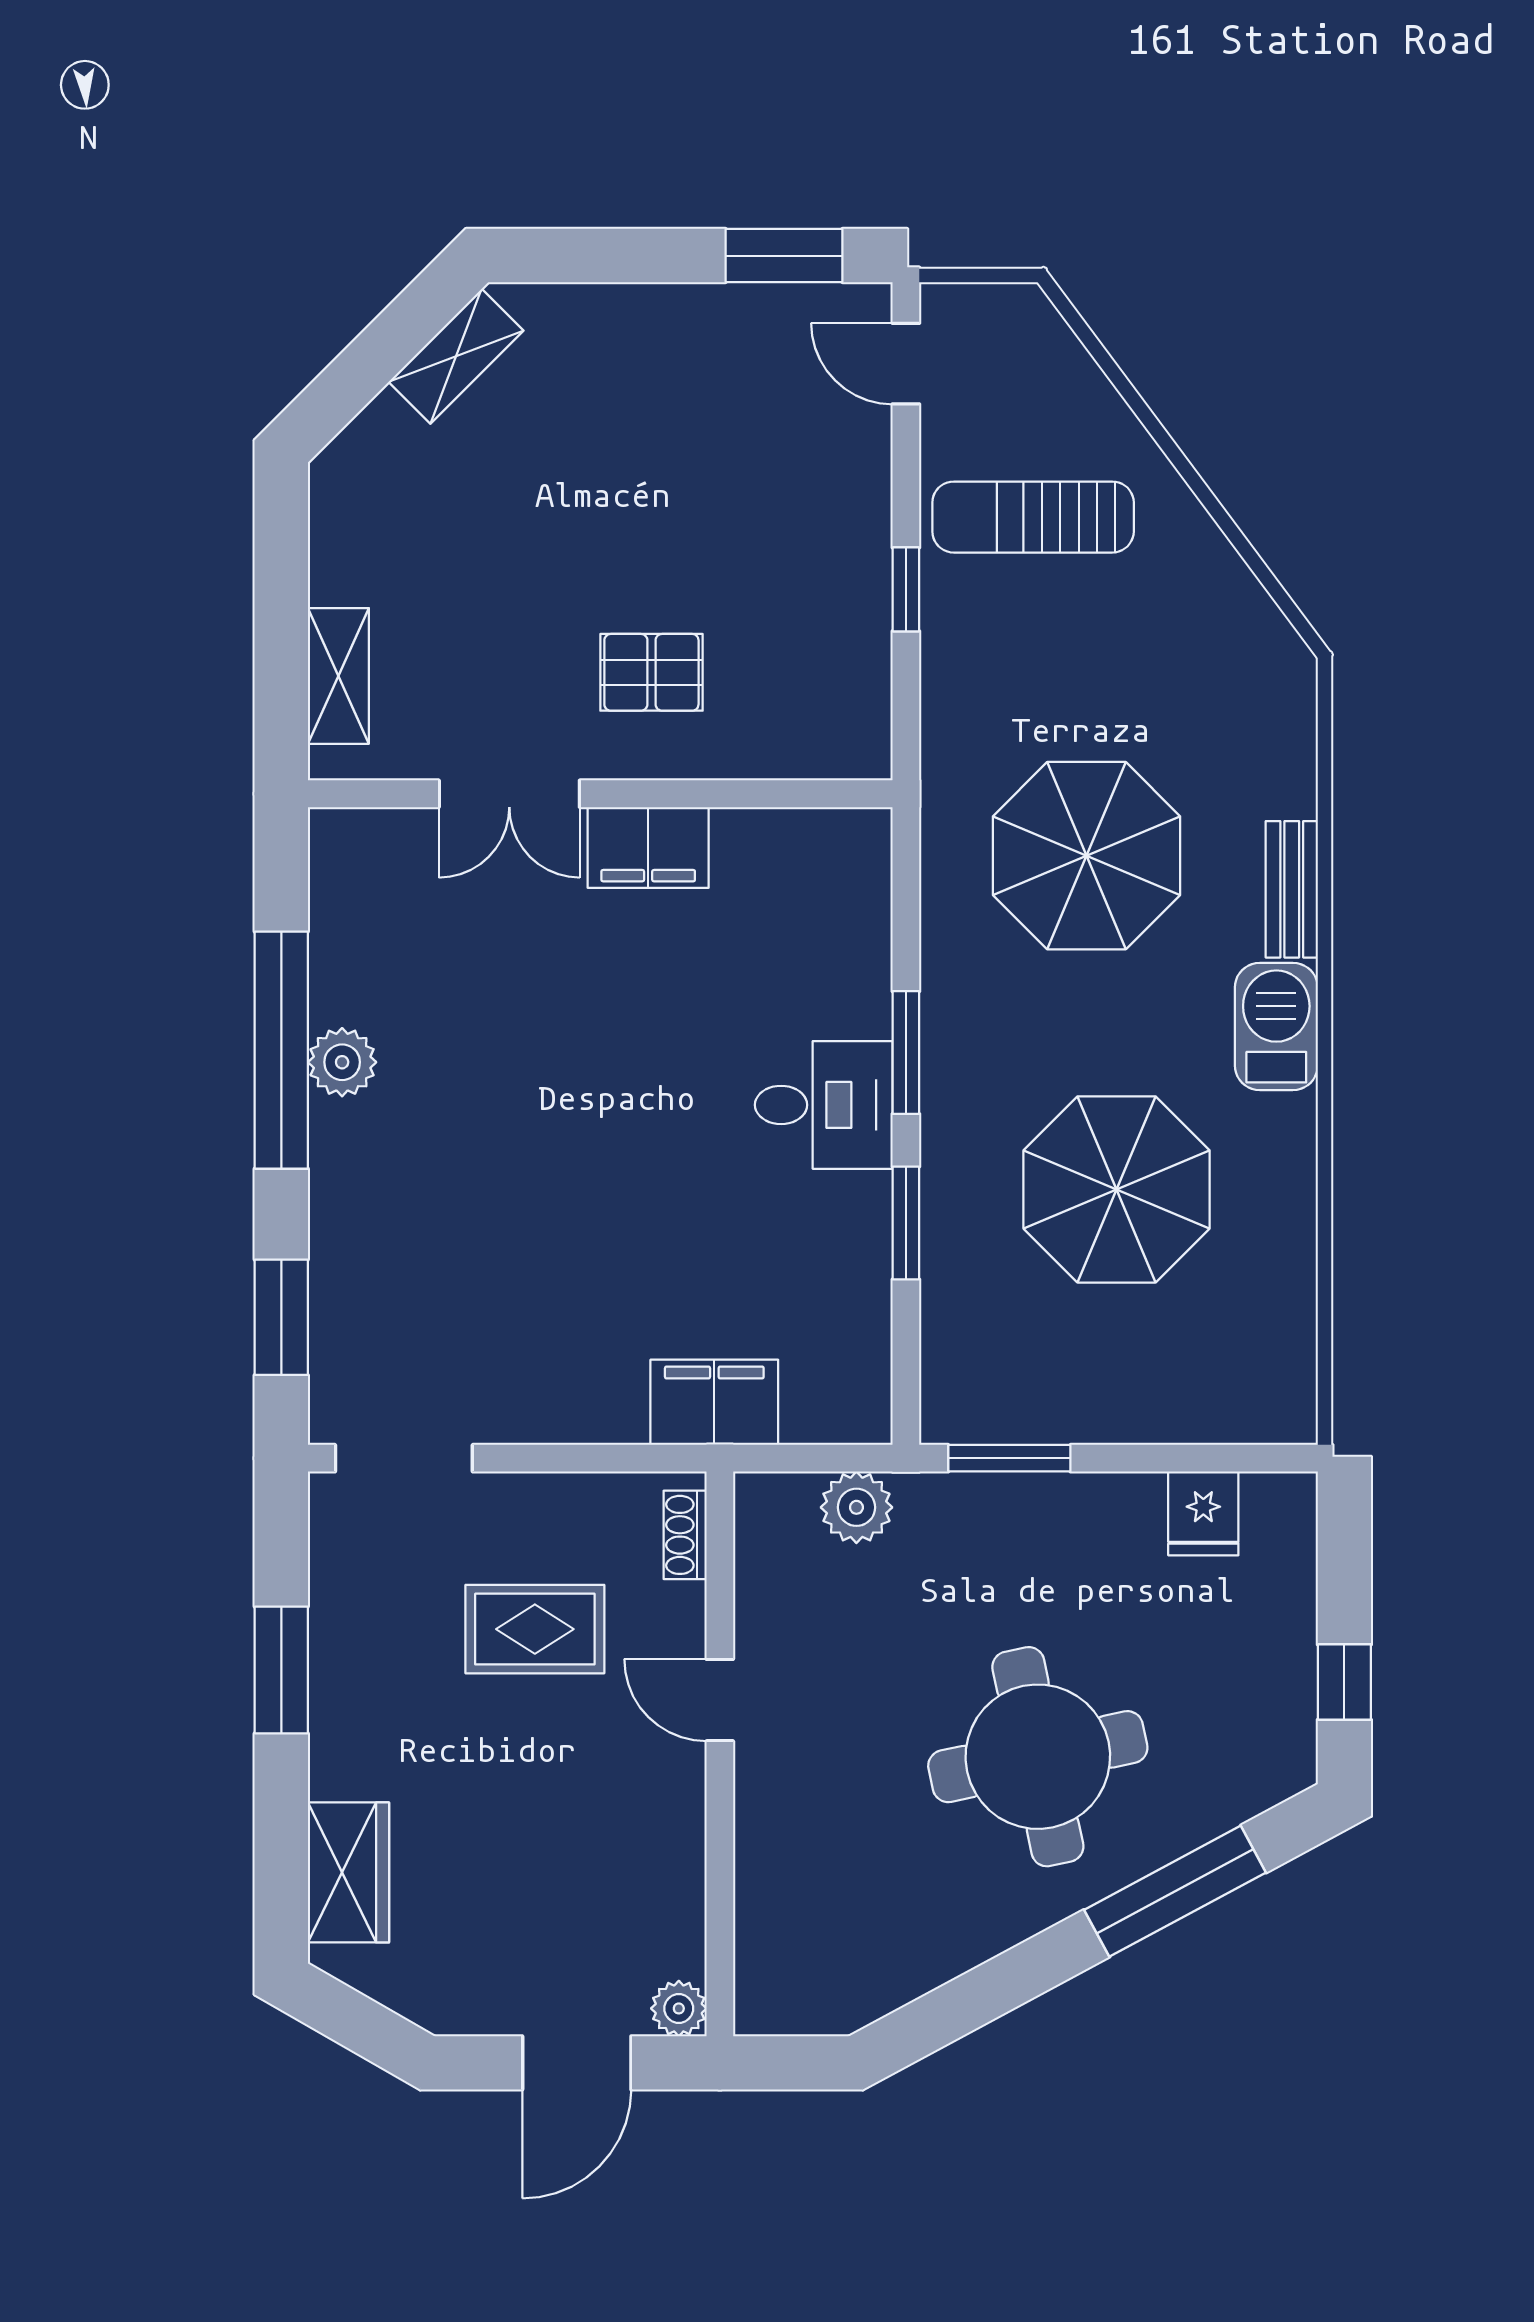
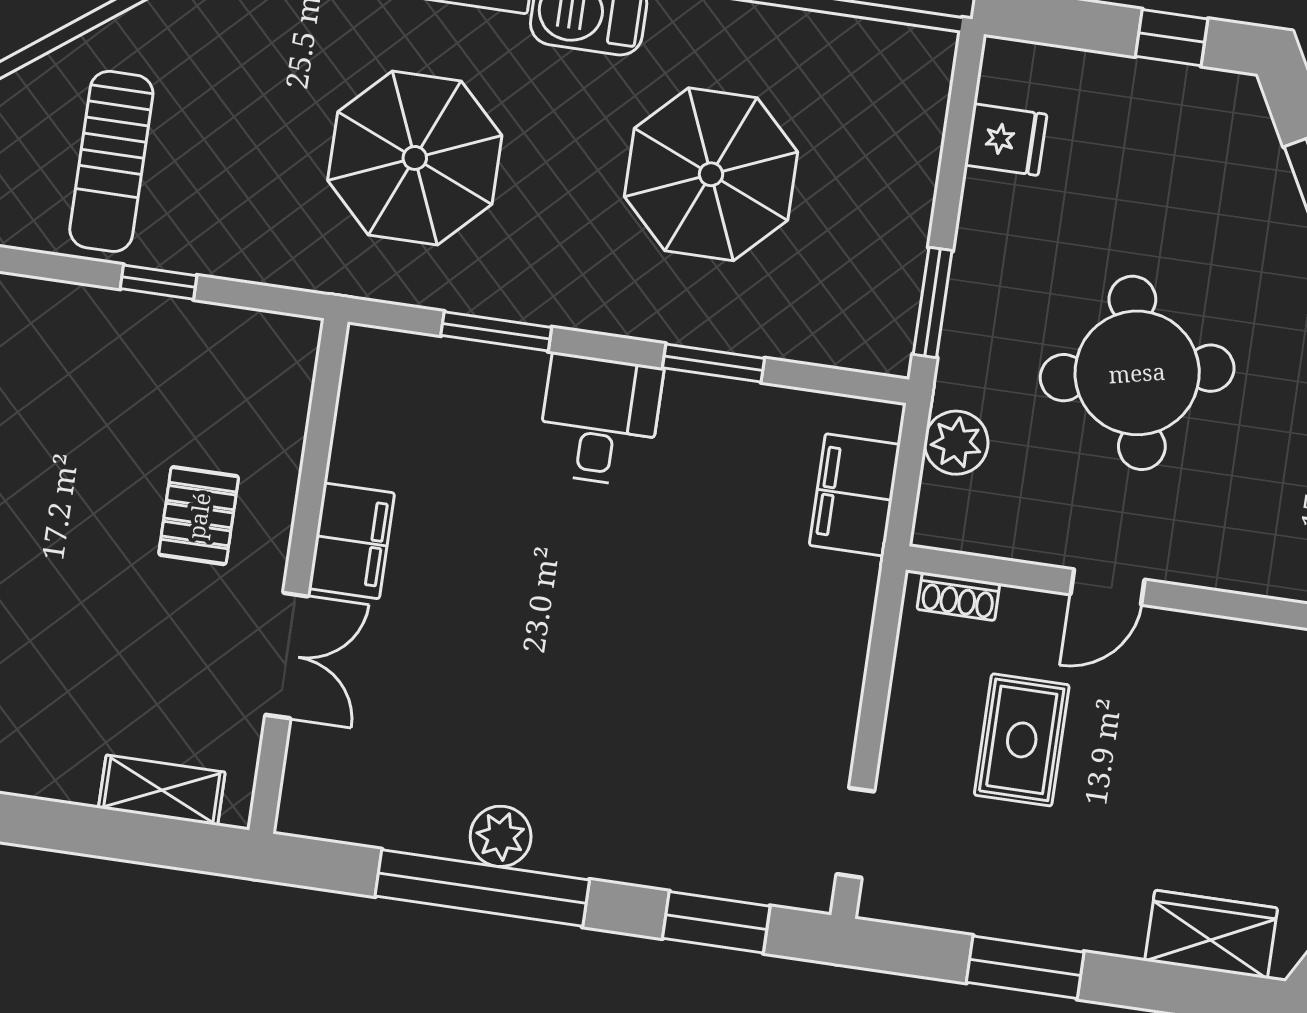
window: (906, 1053) -> (496, 331), moved
filing cabinet: (714, 1402) -> (855, 495), moved
doorway: (404, 1458) -> (855, 833), width x0.73
round table: (1038, 1757) -> (1137, 373), moved

